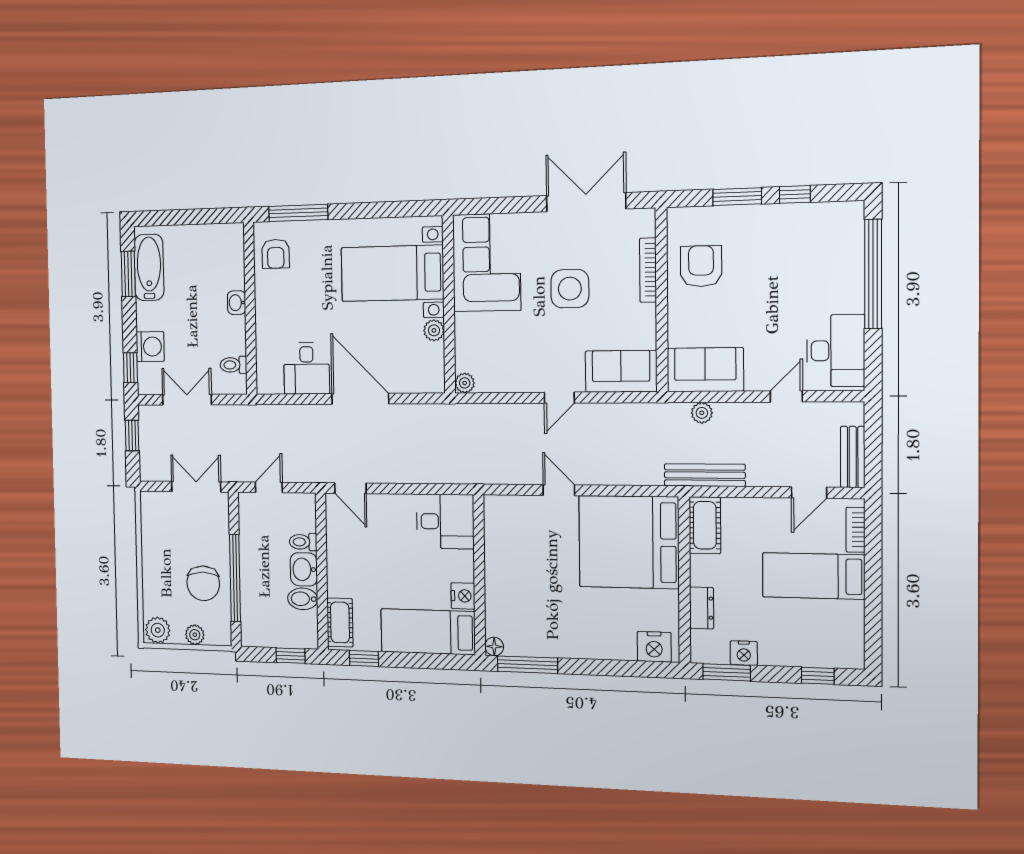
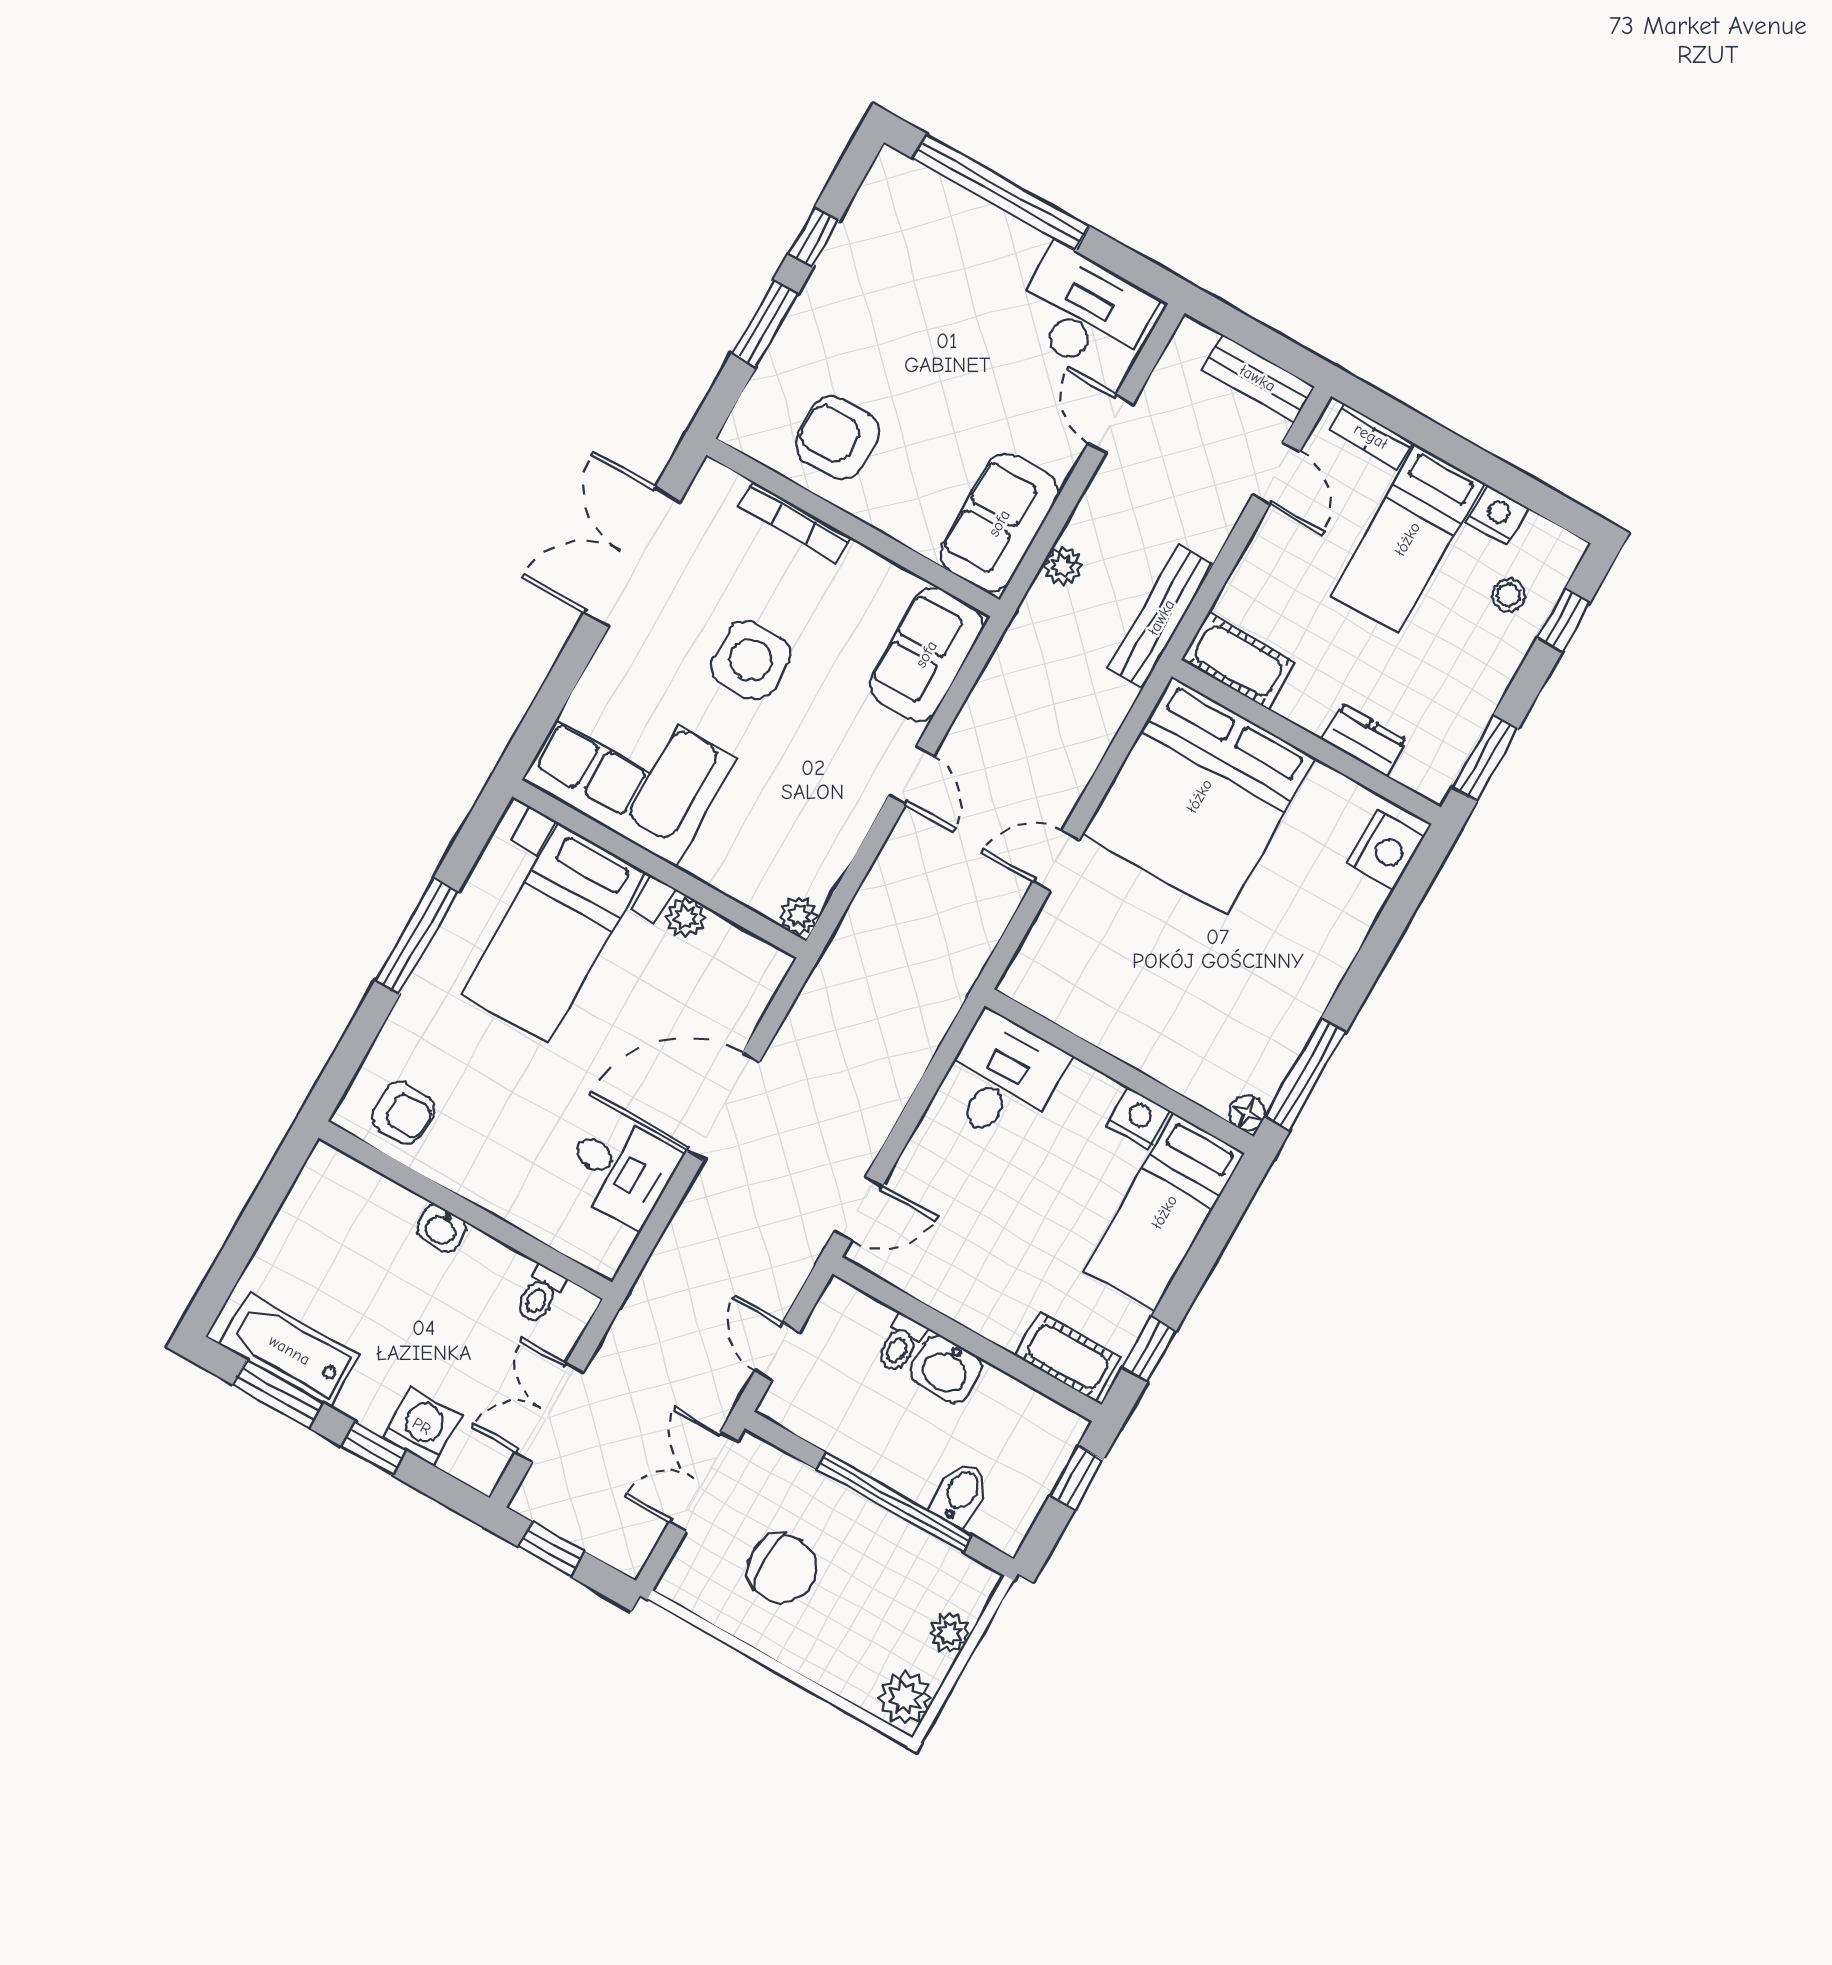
window: (298, 213) -> (417, 936), moved
window: (130, 368) -> (374, 1448), moved
chair: (203, 583) -> (782, 1569), moved
bidet: (303, 599) -> (960, 1494), moved, turned 180
stool: (815, 642) -> (1509, 595), added
nightstand: (744, 653) -> (1497, 515), moved, turned -90

